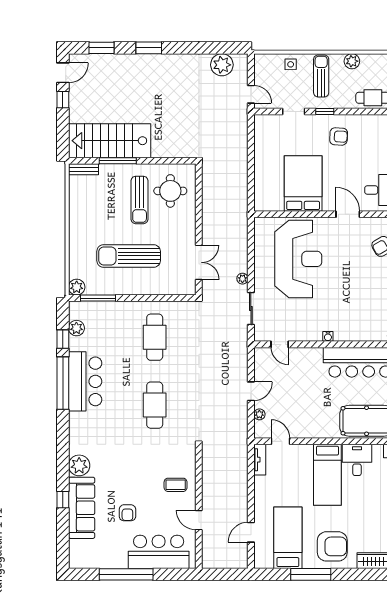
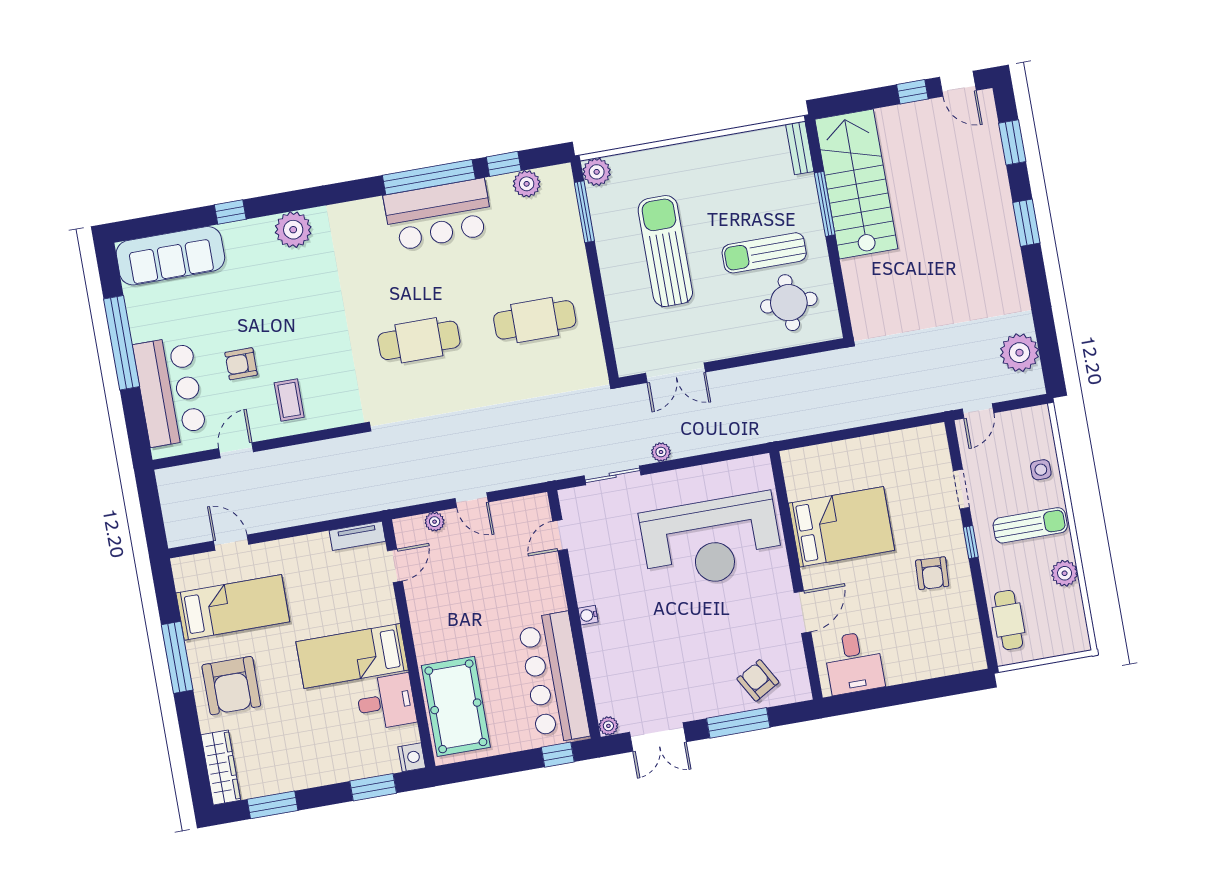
sofa: (82, 508) -> (170, 256), moved
armchair: (127, 513) -> (241, 364), moved

